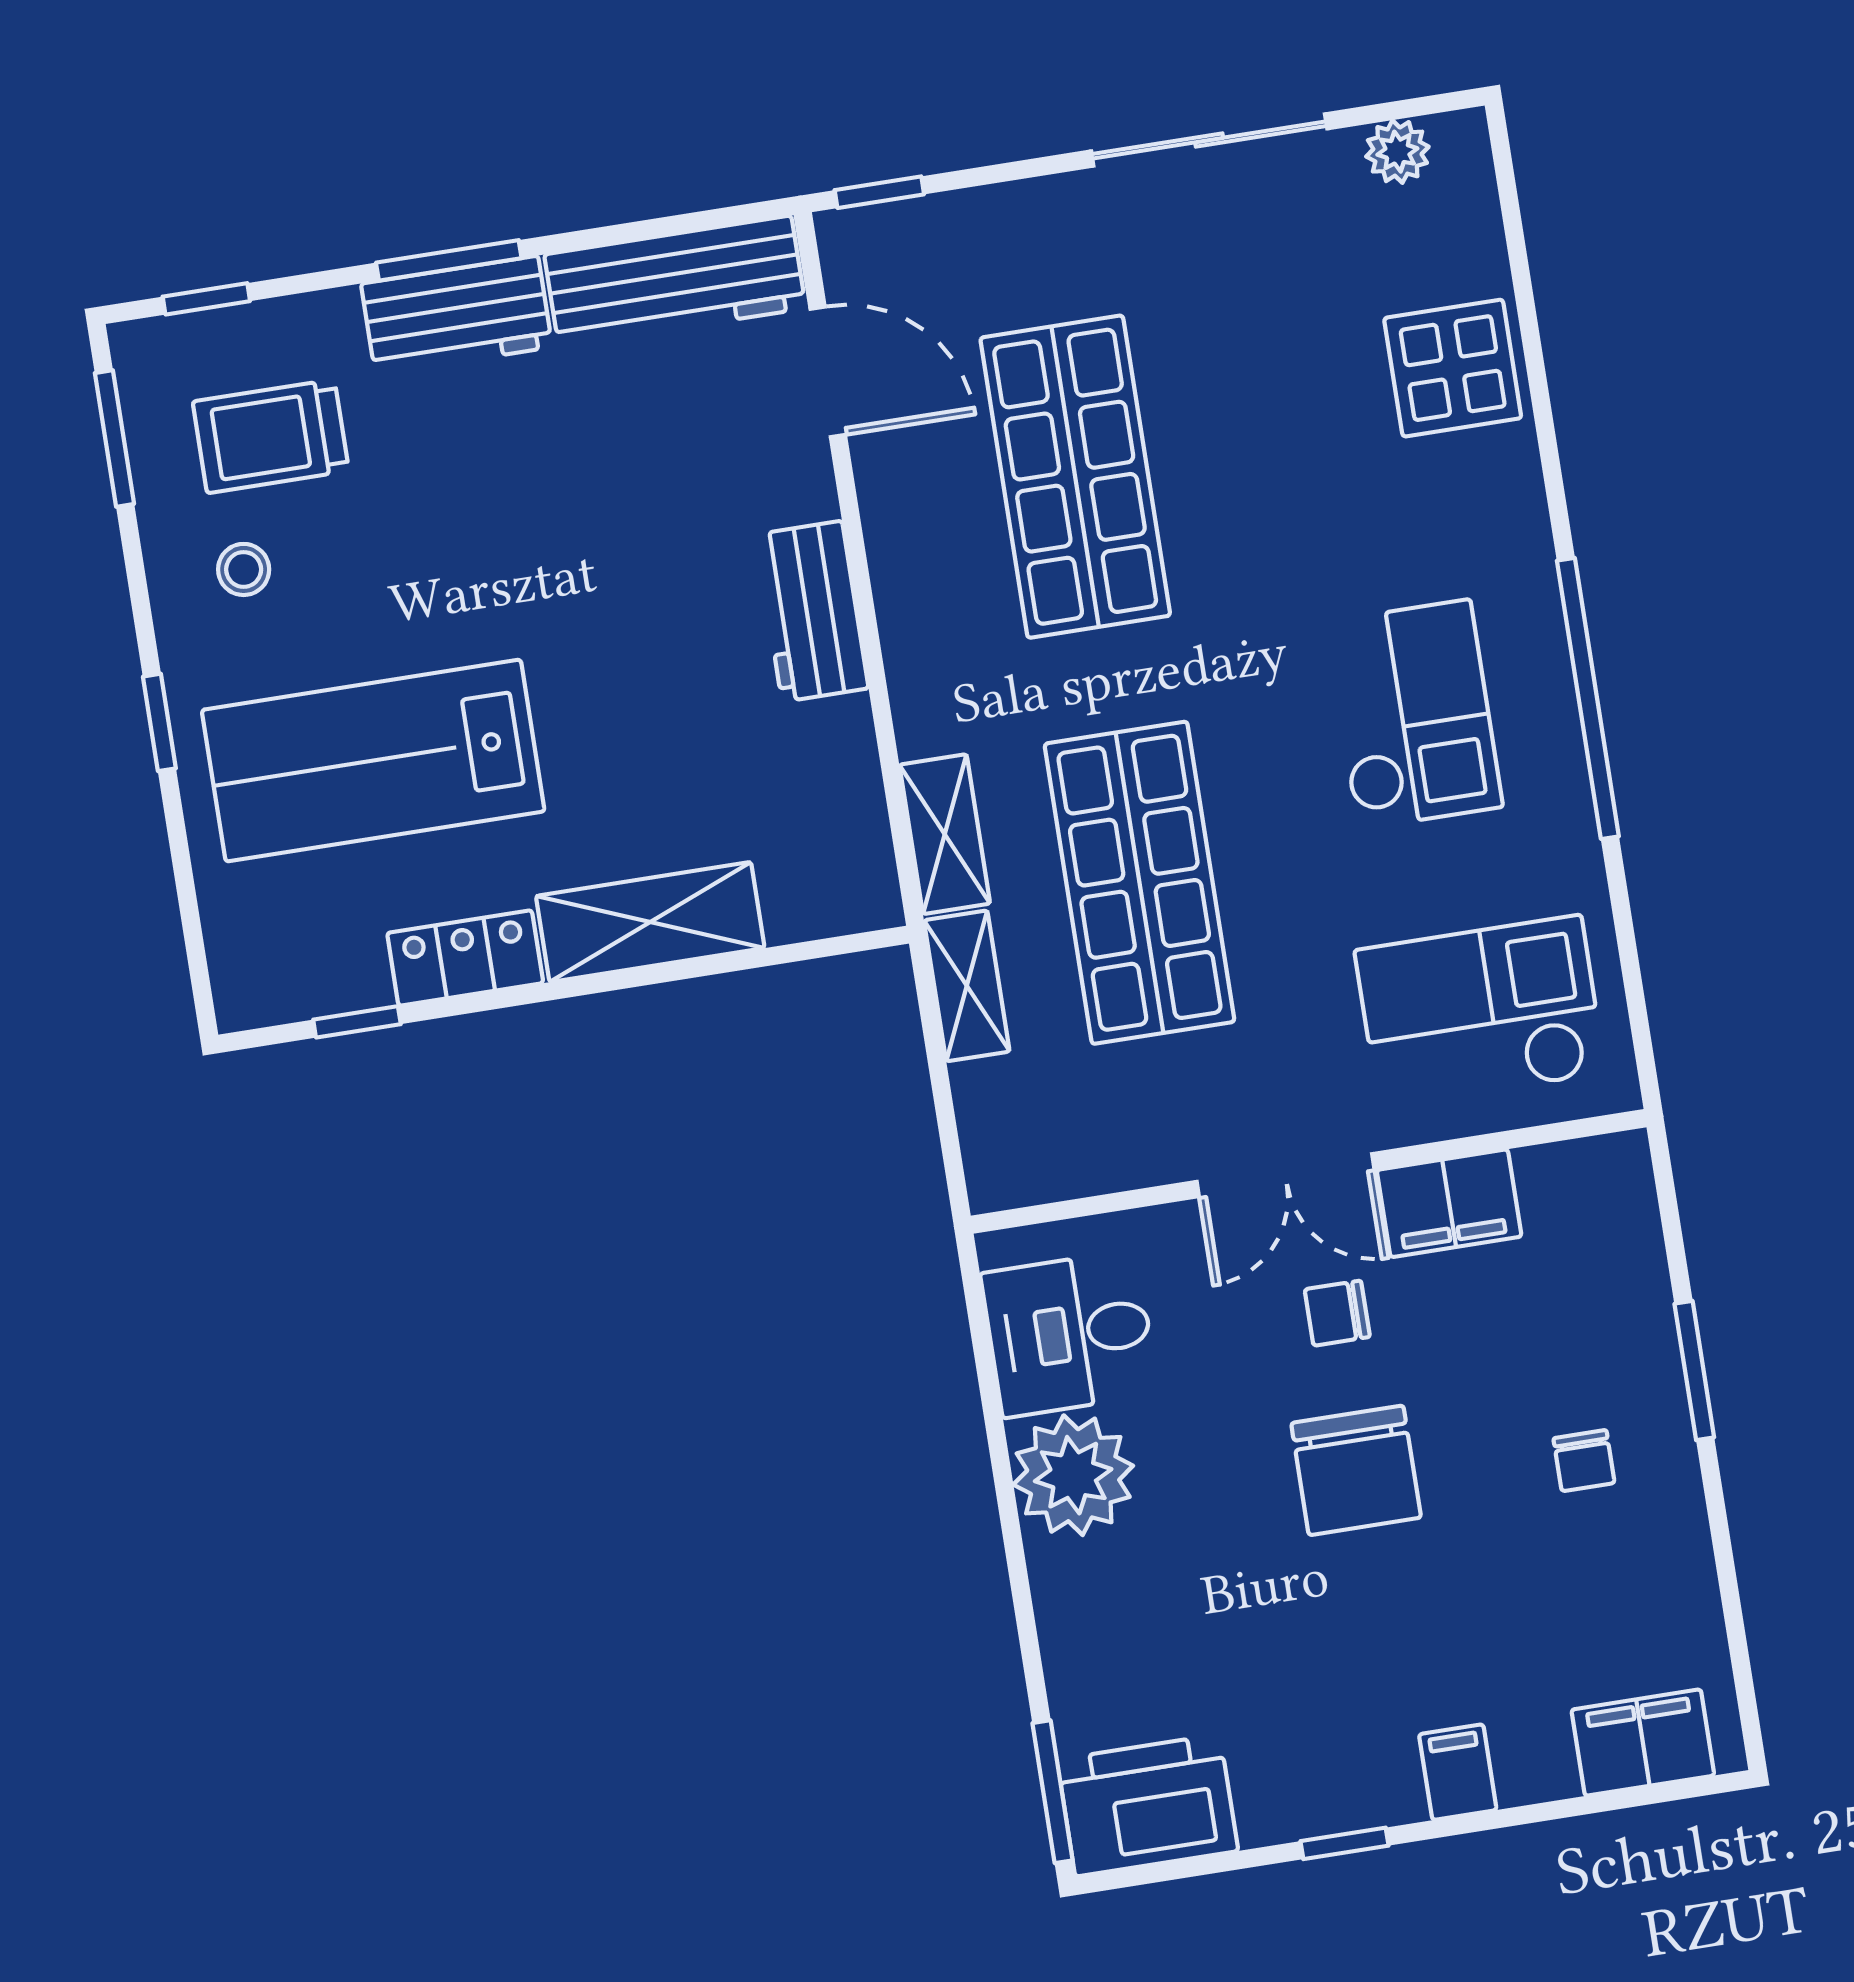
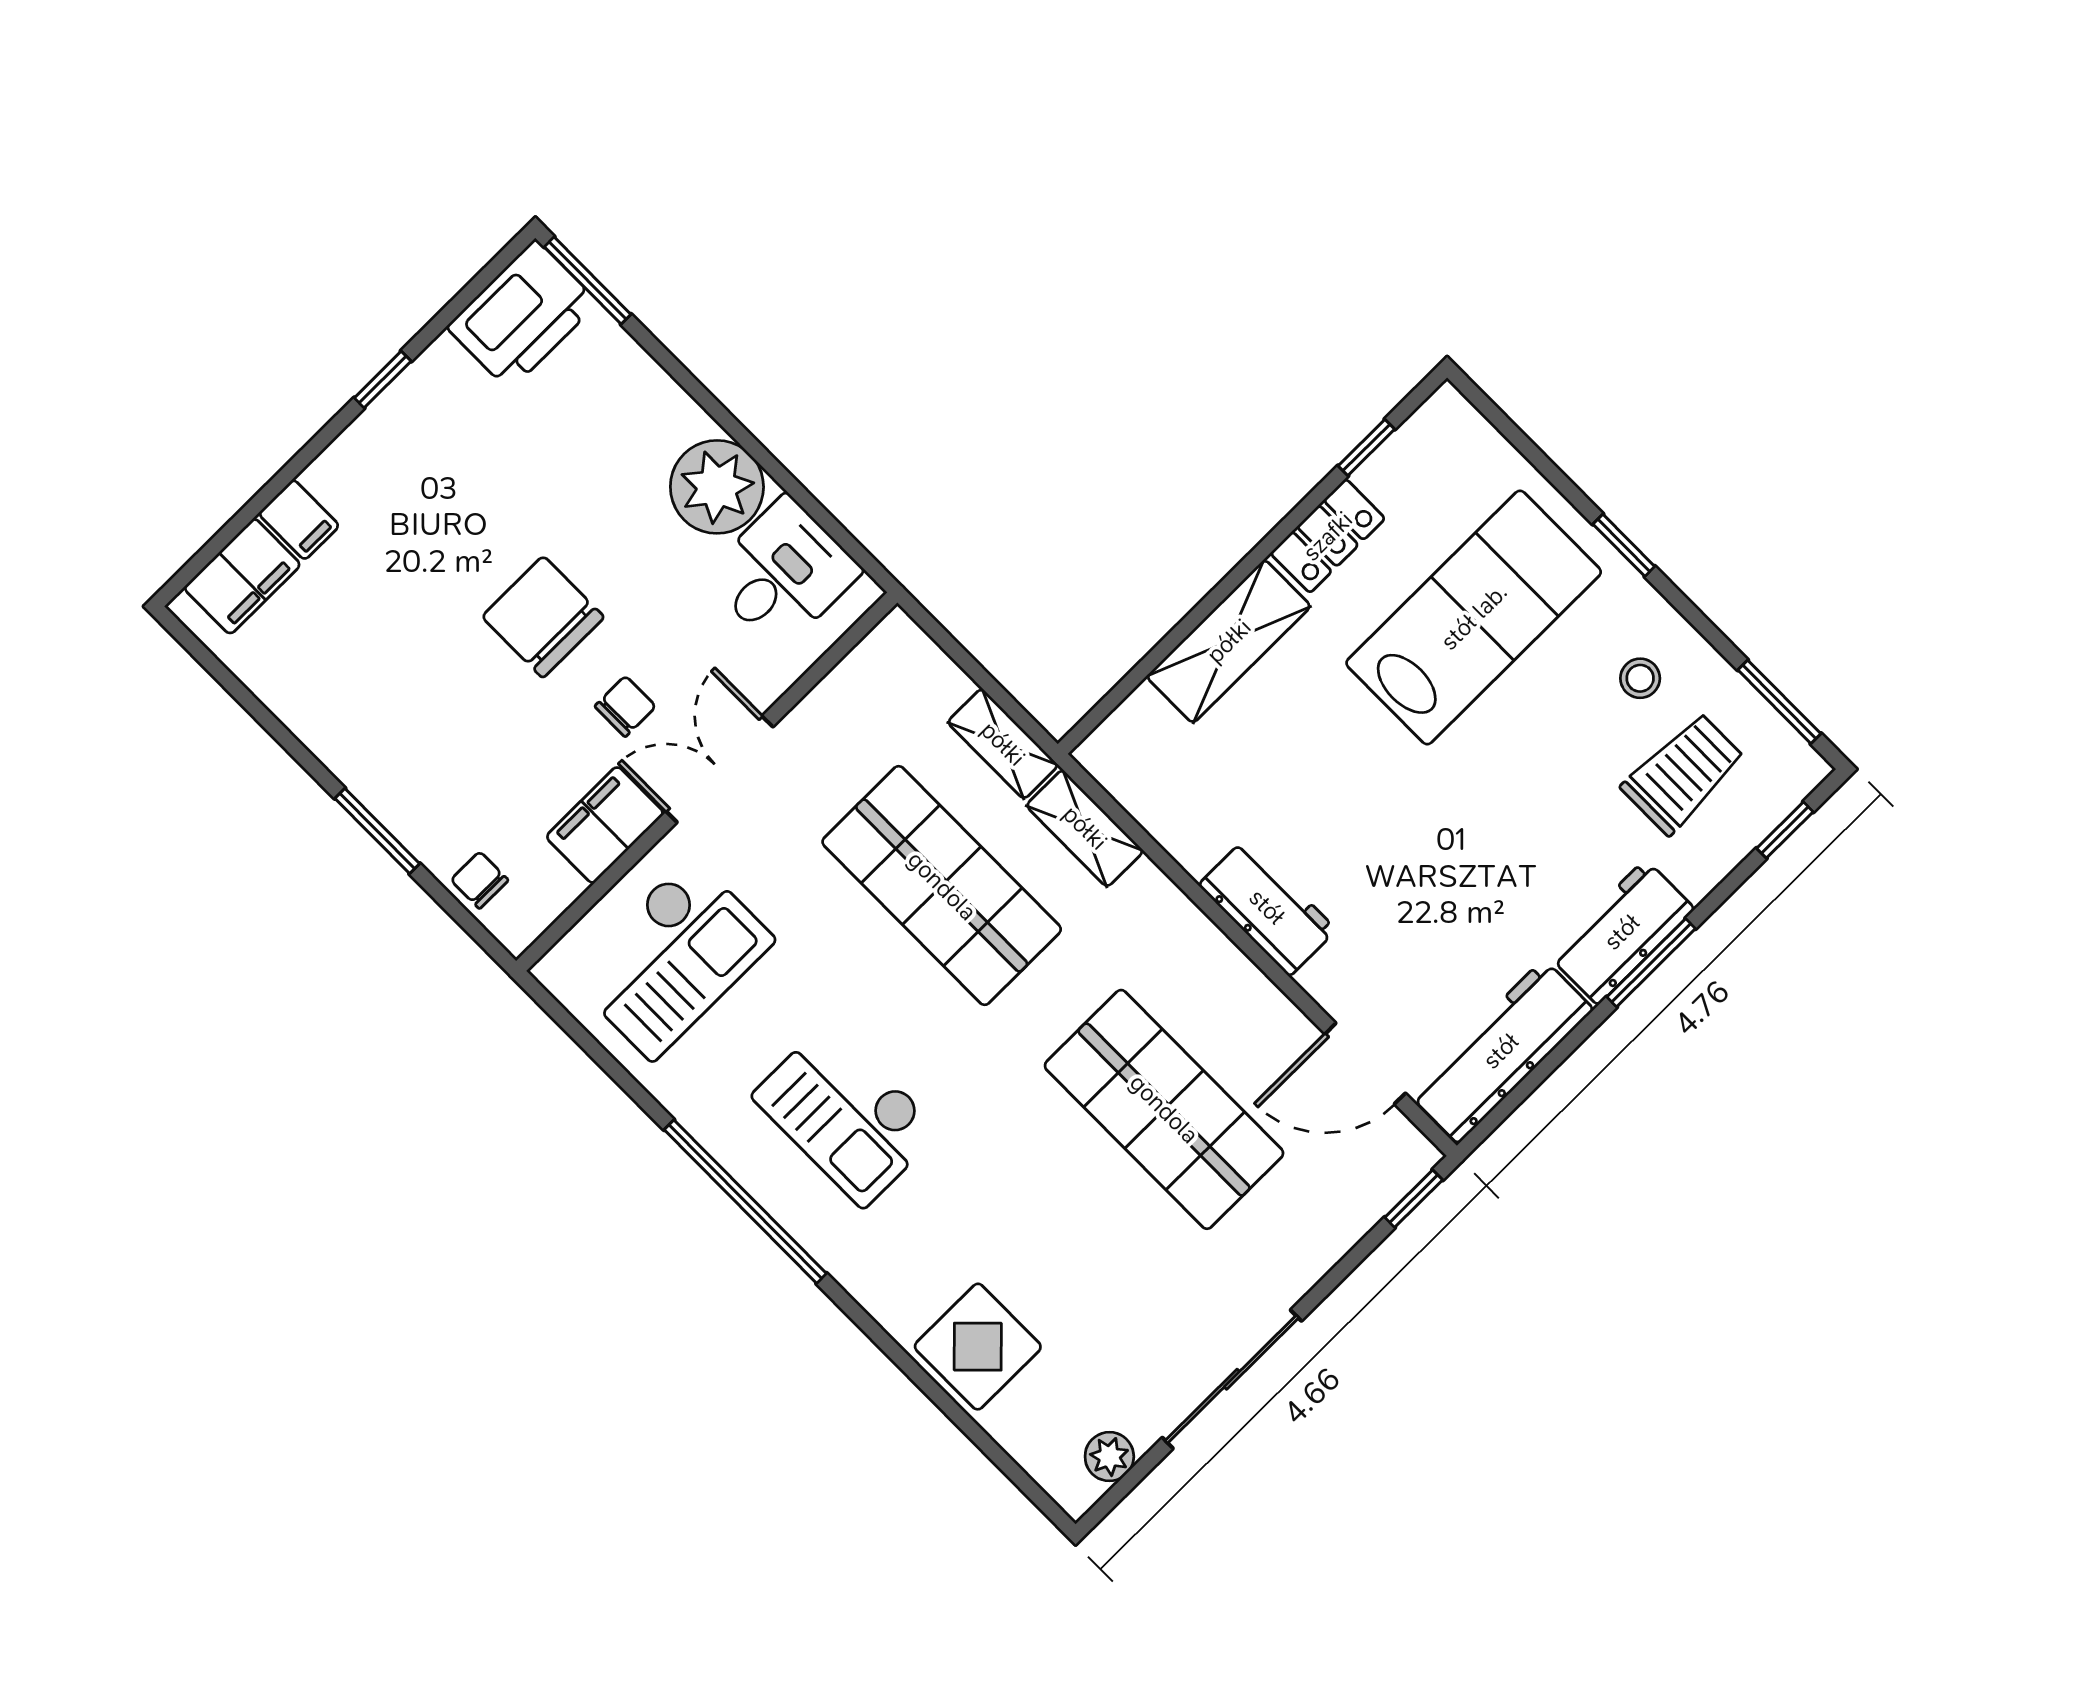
chair: (1584, 1461) -> (480, 880), moved
filing cabinet: (1458, 1772) -> (299, 520), moved

